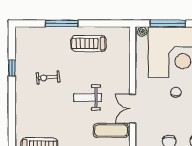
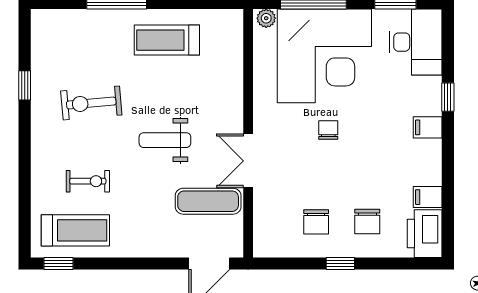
exercise bike: (48, 78) -> (91, 103), width x1.38, depth x1.39
exercise bike: (46, 120) -> (88, 181), added

